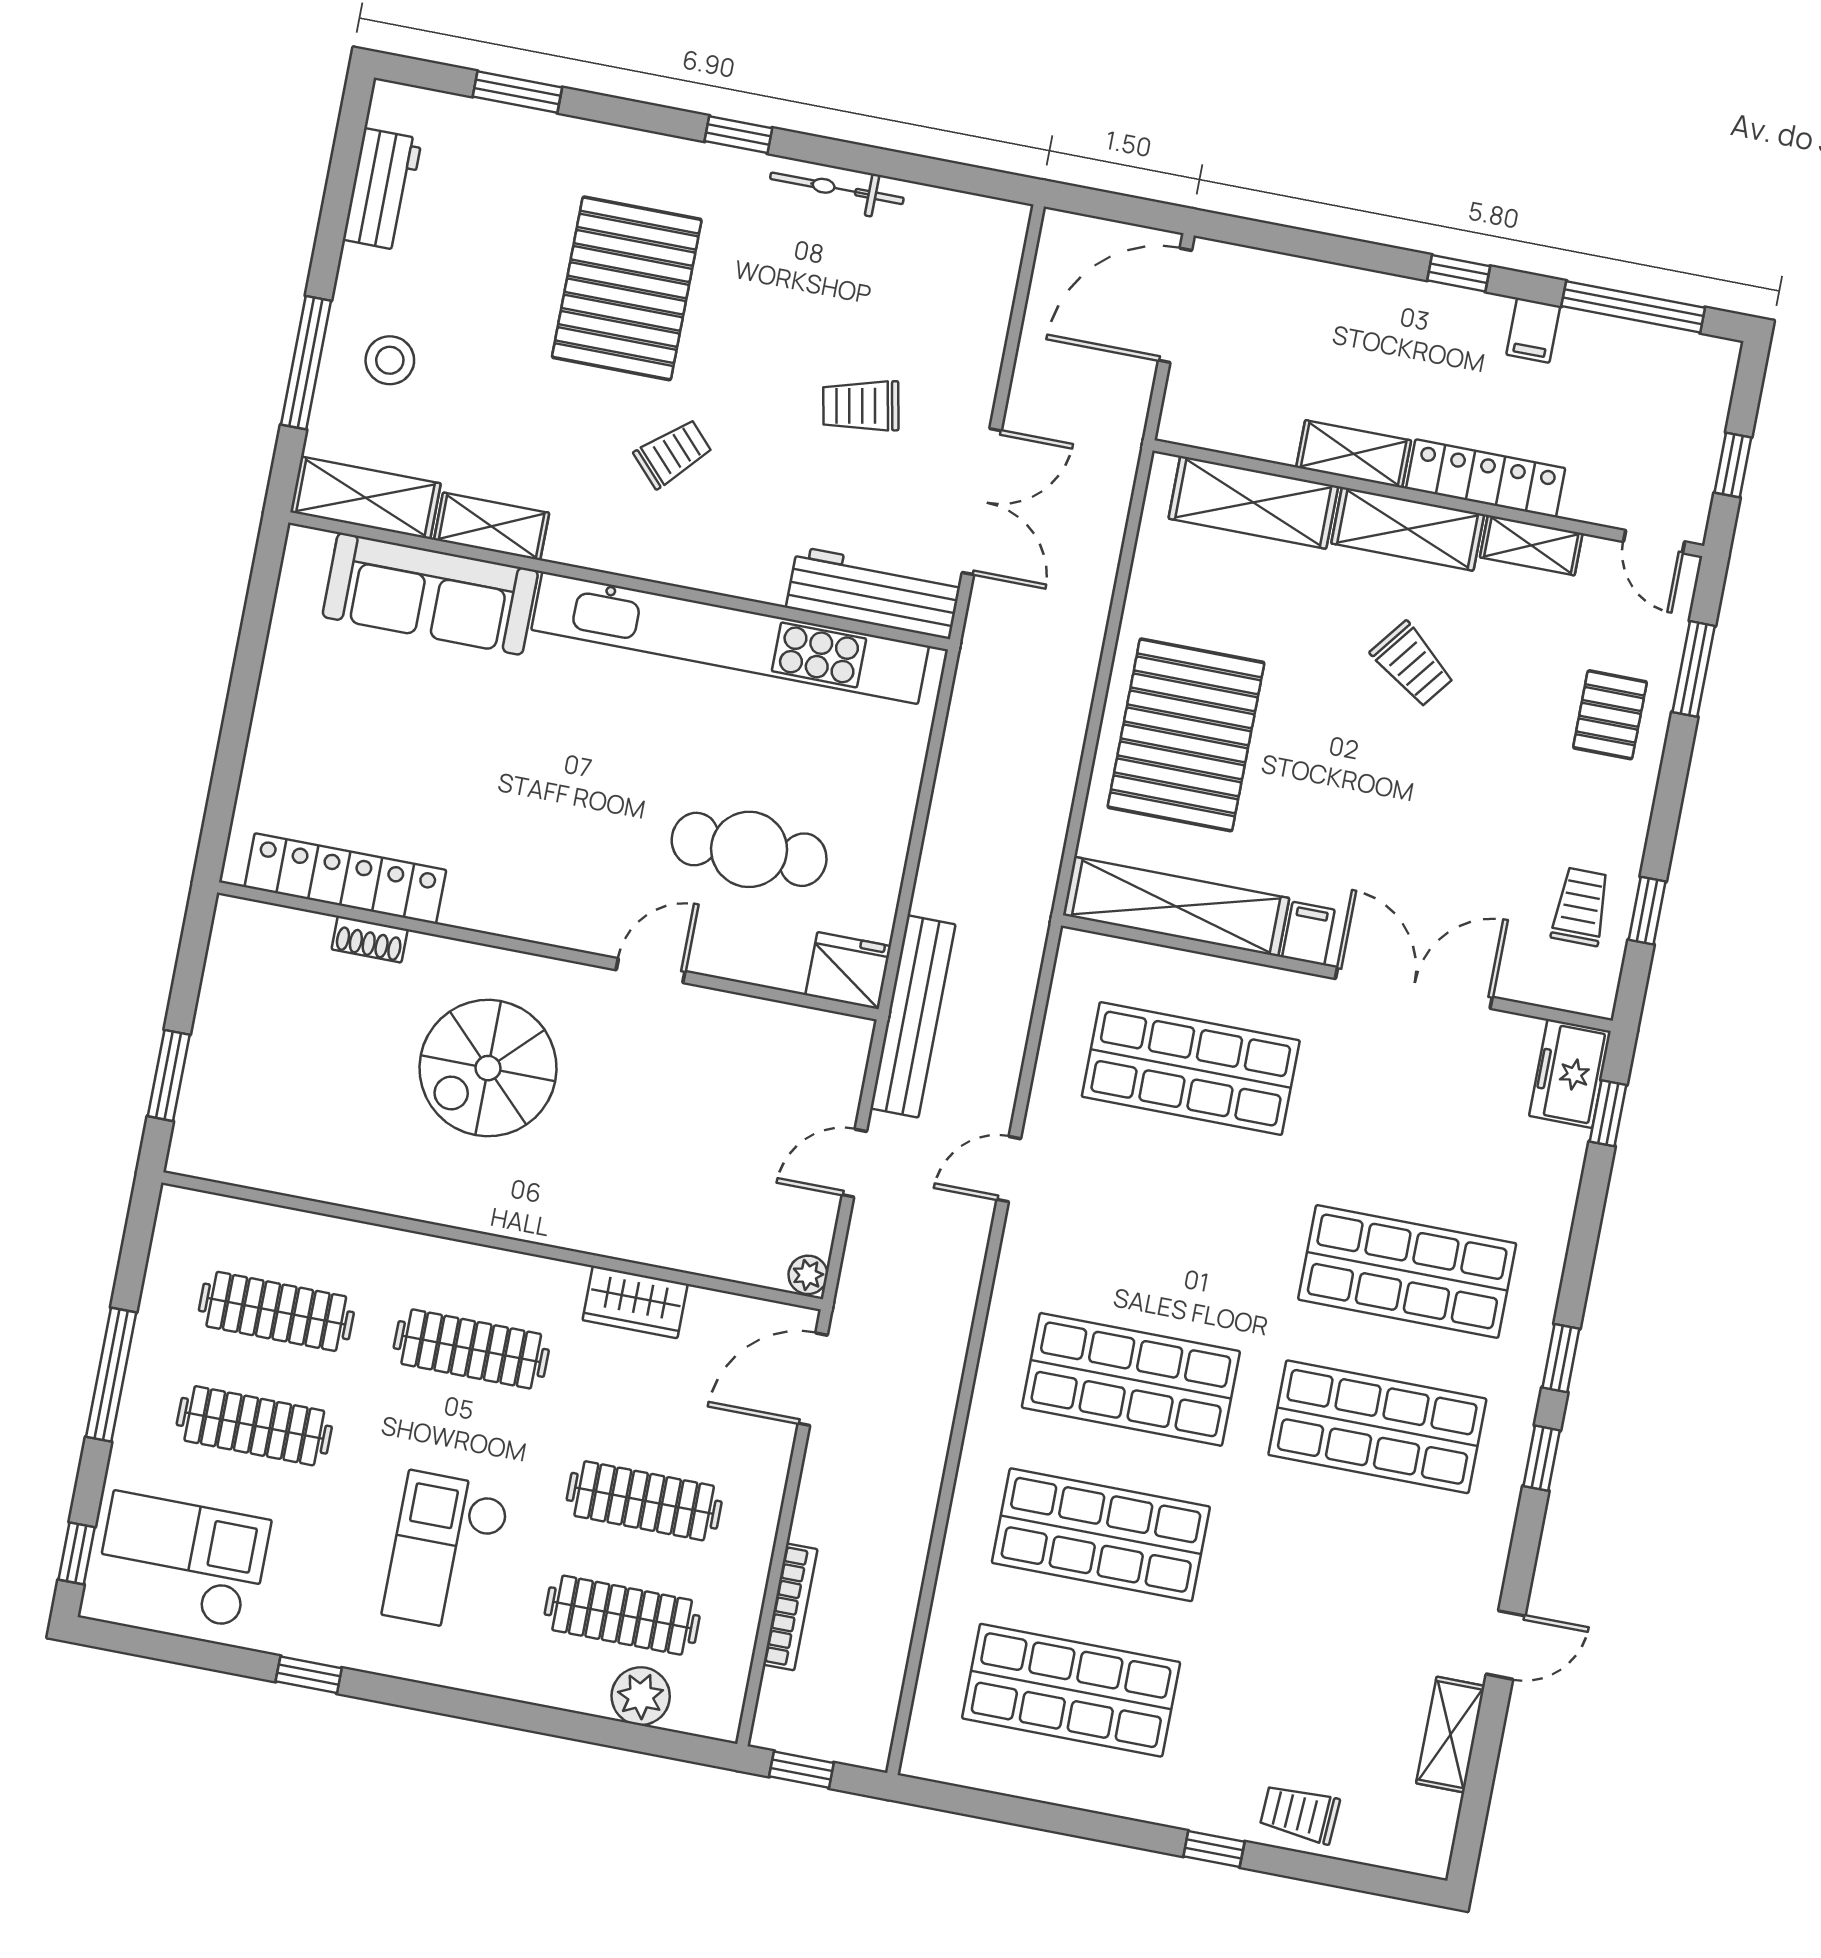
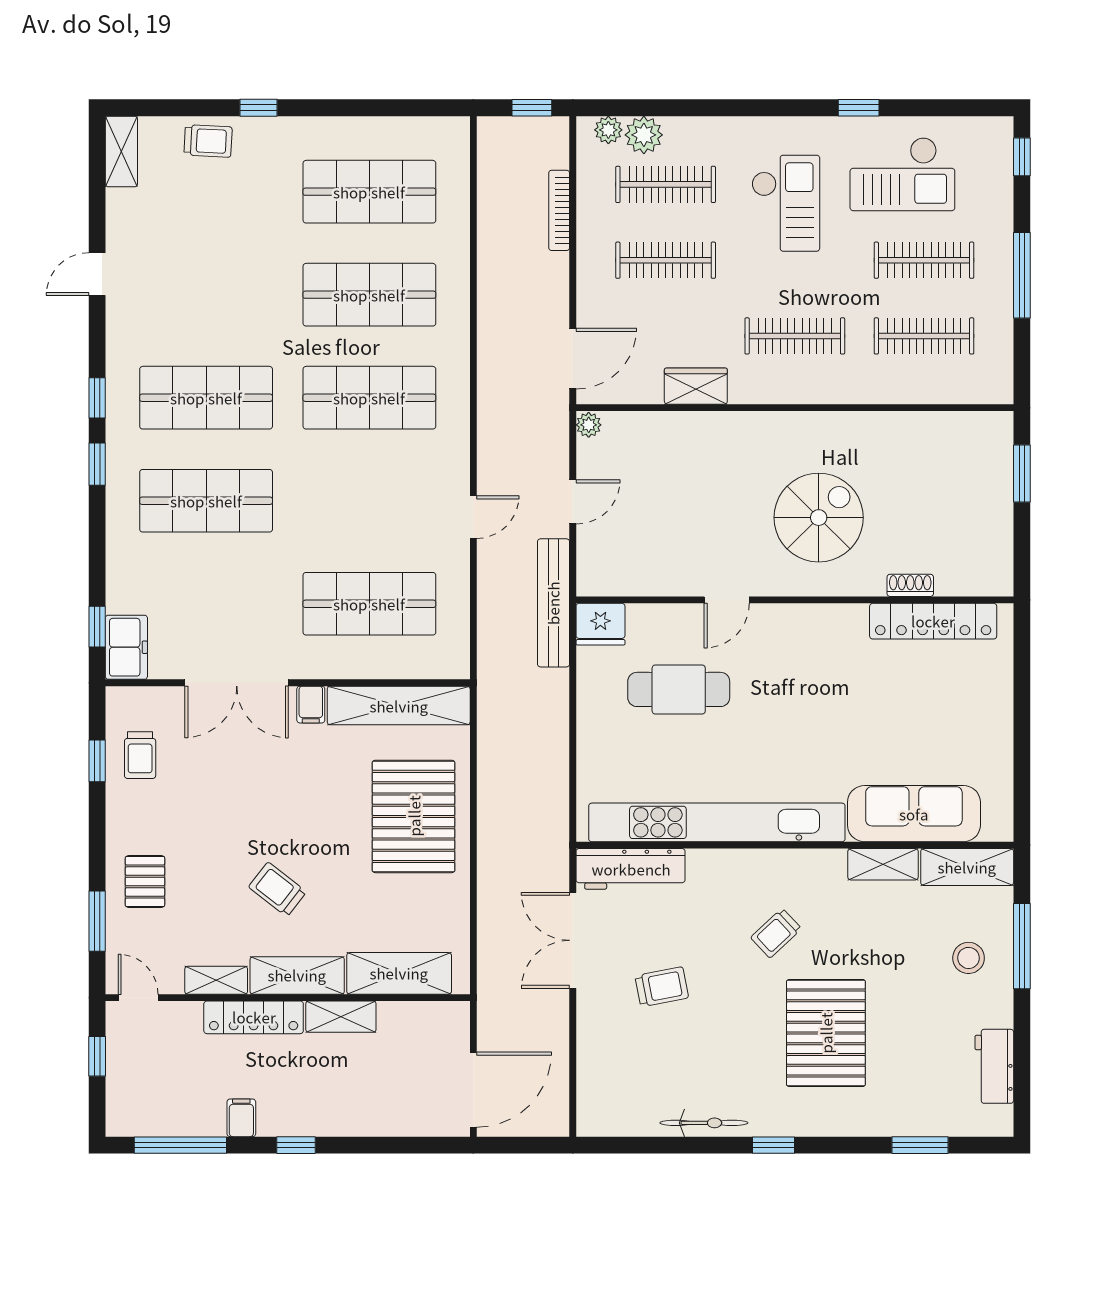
checkout: (182, 1560) -> (902, 174), moved
plant: (693, 1714) -> (608, 130), added
shelving: (1450, 1735) -> (121, 151), moved

